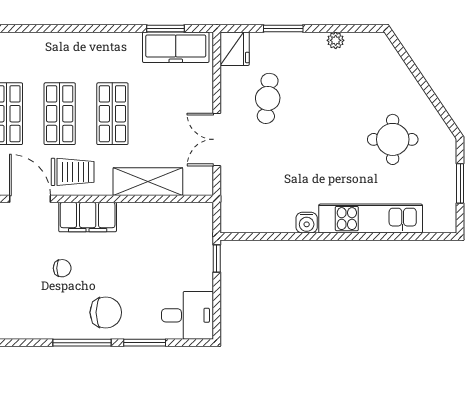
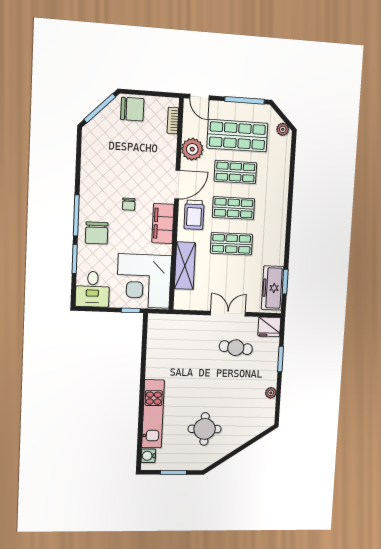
double door: (217, 139) -> (228, 314), moved
water cooler: (307, 223) -> (148, 456), moved
corner desk: (173, 241) -> (144, 281), added

